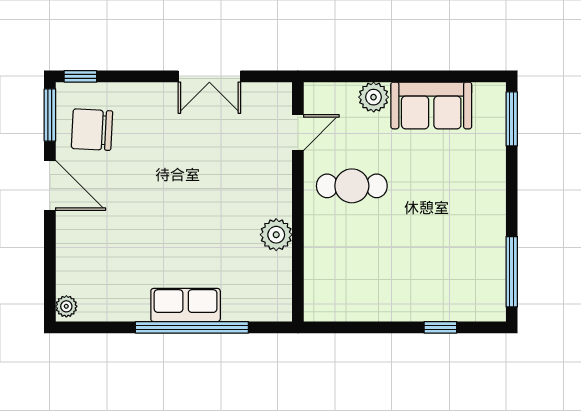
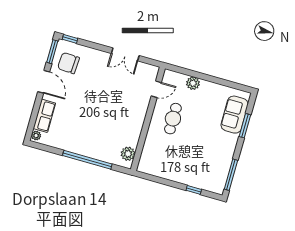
sofa: (431, 105) -> (235, 115), moved, turned 90
window: (512, 119) -> (245, 126), moved
cafe table: (352, 186) -> (173, 119), turned 90
plant: (276, 235) -> (128, 154), moved
row of seats: (186, 305) -> (44, 116), moved, turned 90

